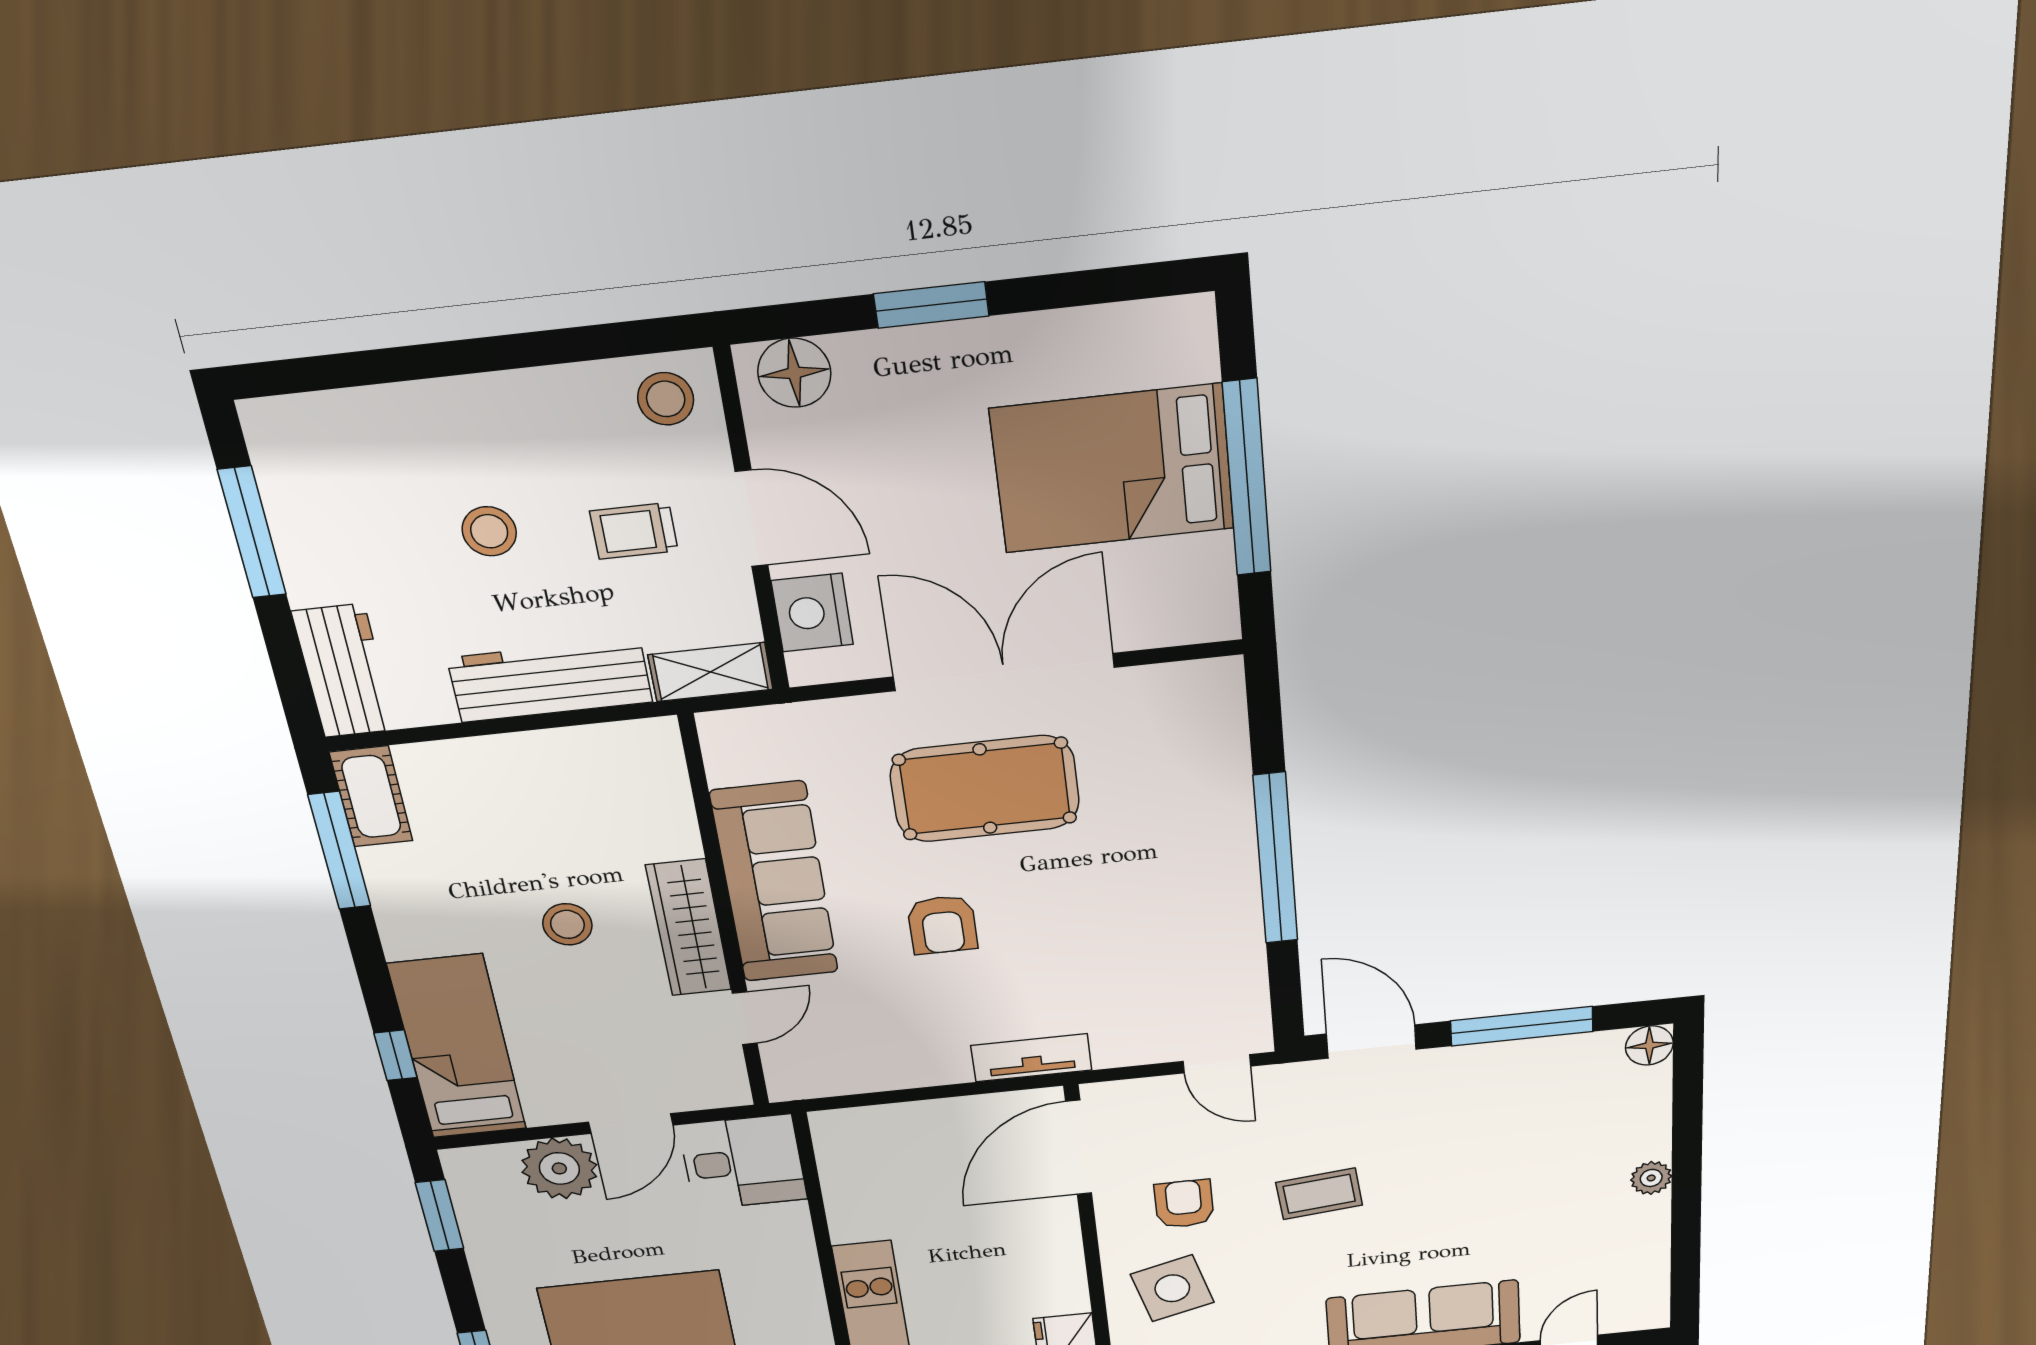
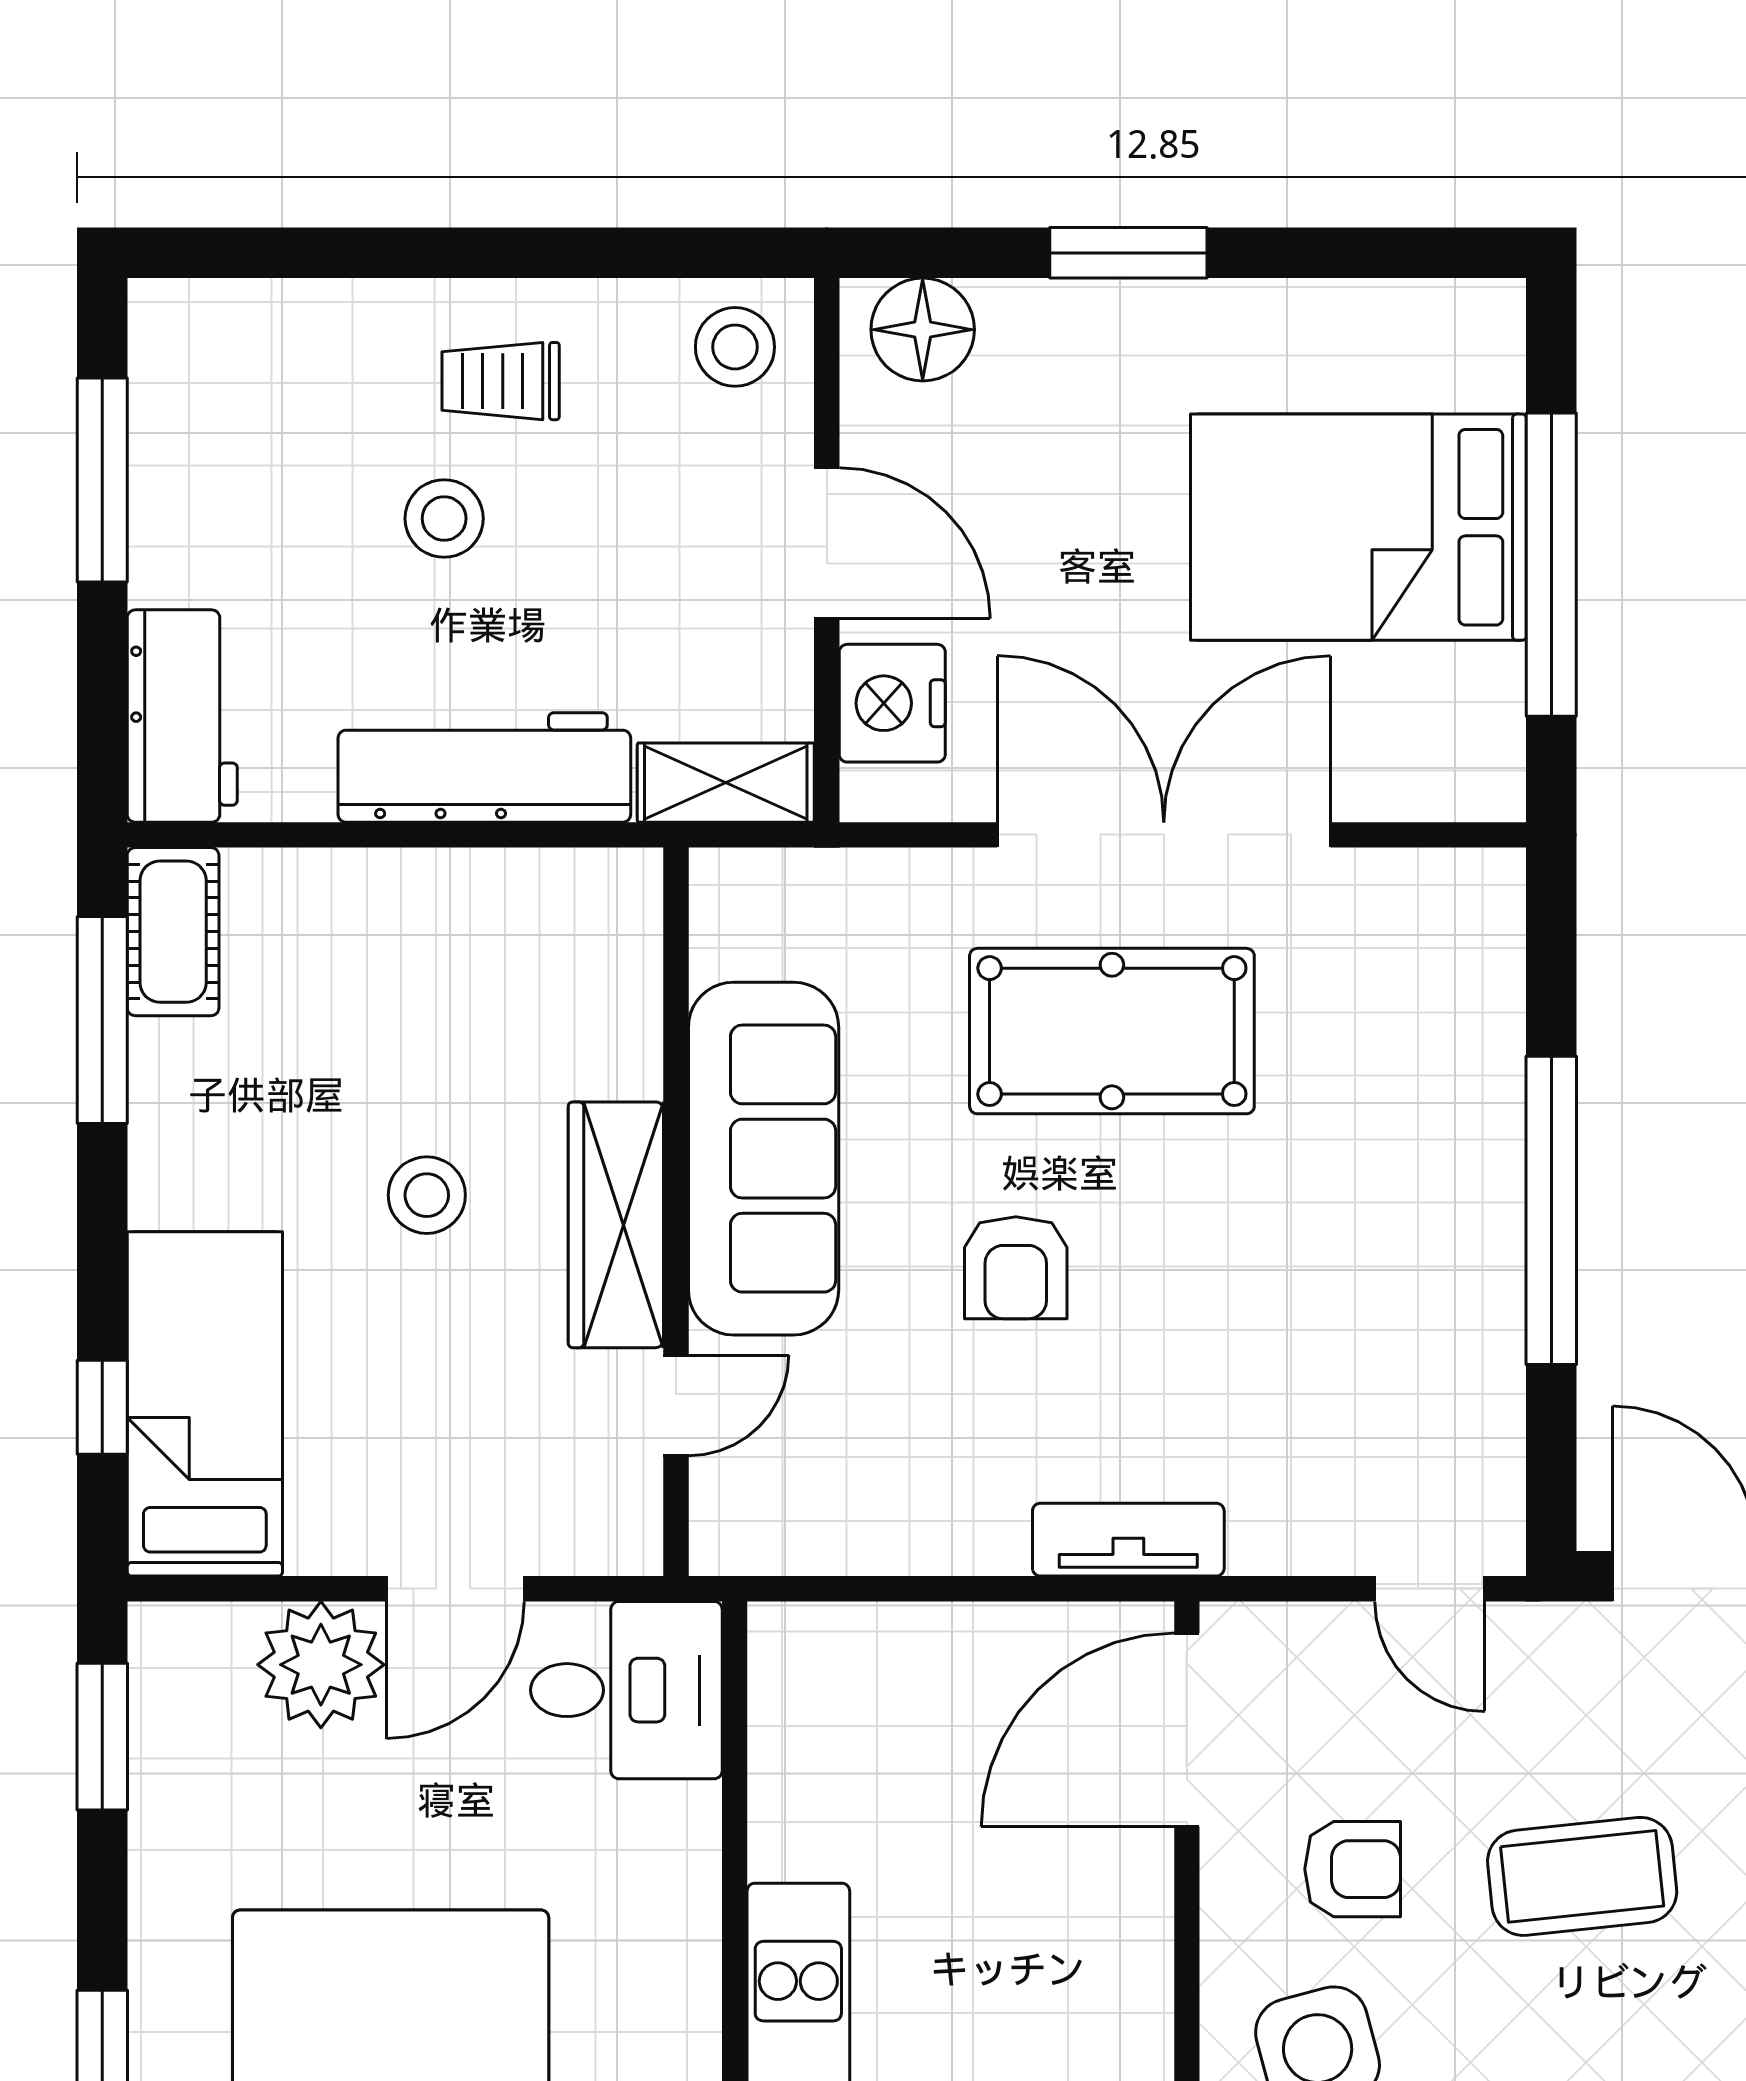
trolley: (634, 531) -> (501, 381), moved
coffee table: (1319, 1194) -> (1582, 1876), width x1.36, depth x1.30
armchair: (1184, 1204) -> (1353, 1869), turned 90

